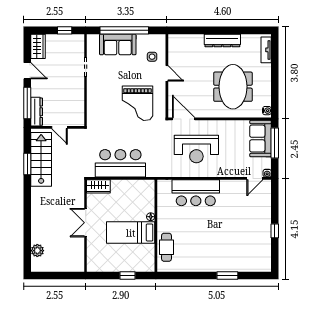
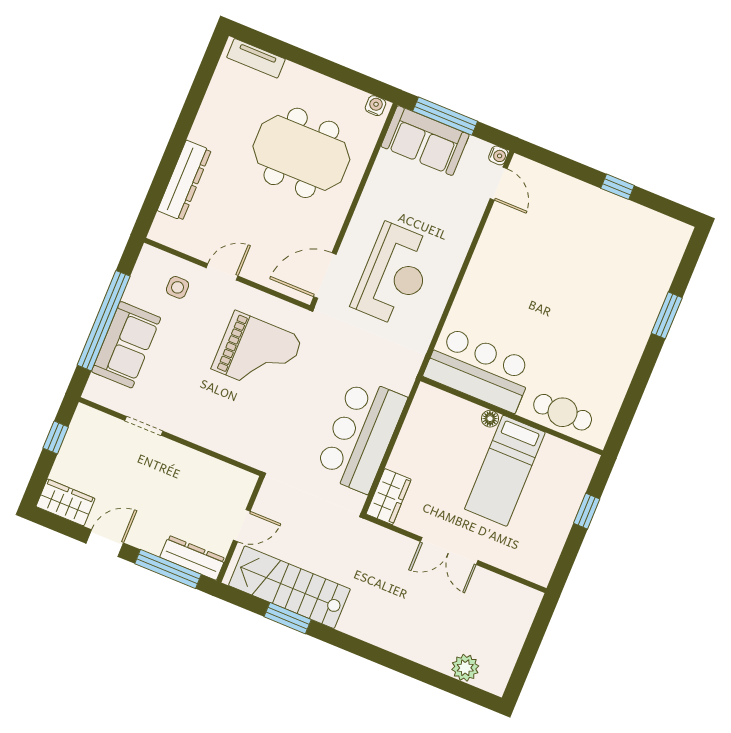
dresser: (222, 40) -> (184, 180), moved
bar counter: (196, 193) -> (479, 370), moved, turned -90

